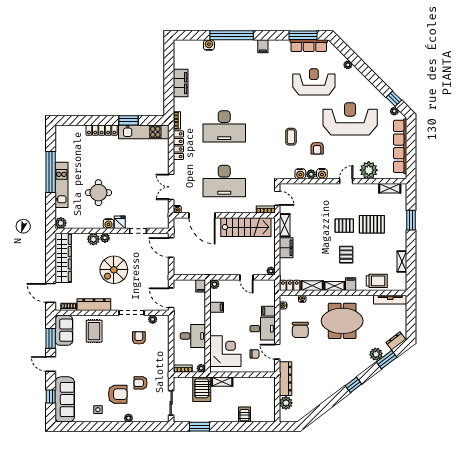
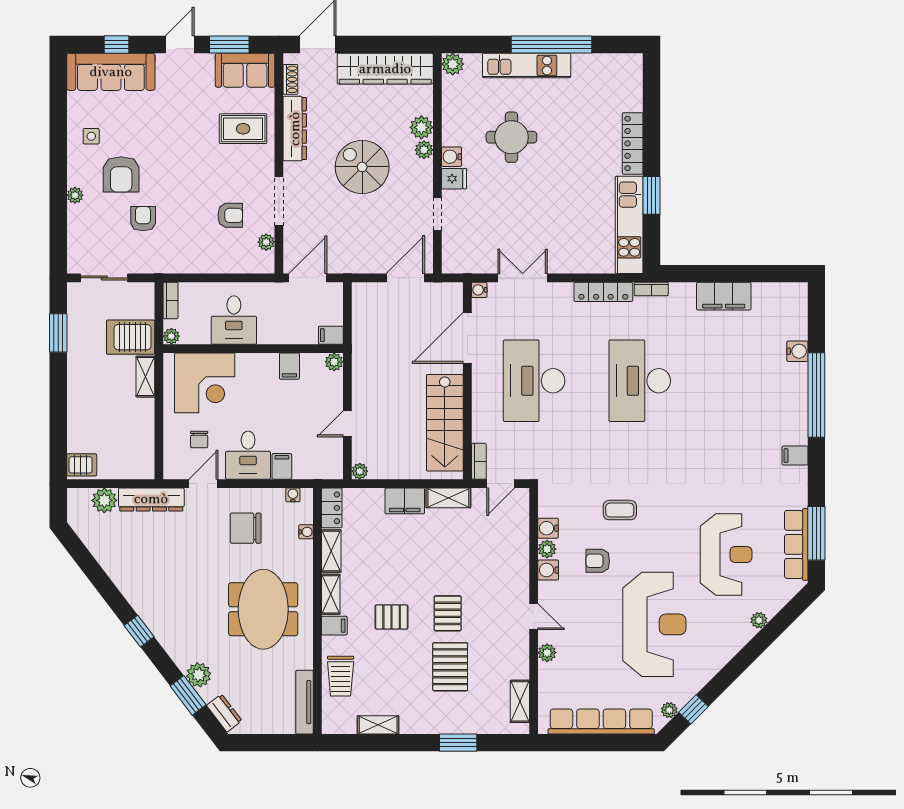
plant: (369, 170) -> (547, 653), width x0.53, depth x0.53
server rack: (244, 415) -> (82, 465), moved

